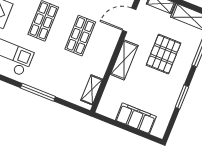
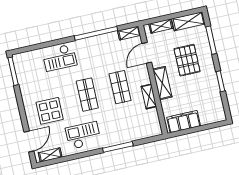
shelving: (92, 90) -> (149, 96), moved
filing cabinet: (136, 118) -> (184, 122), moved

